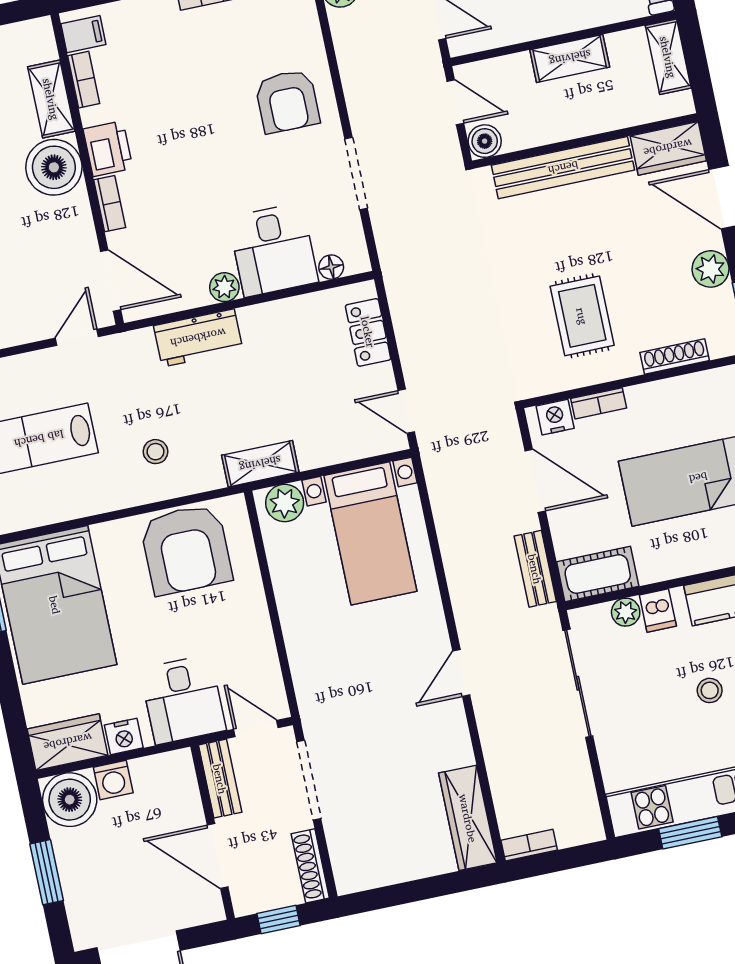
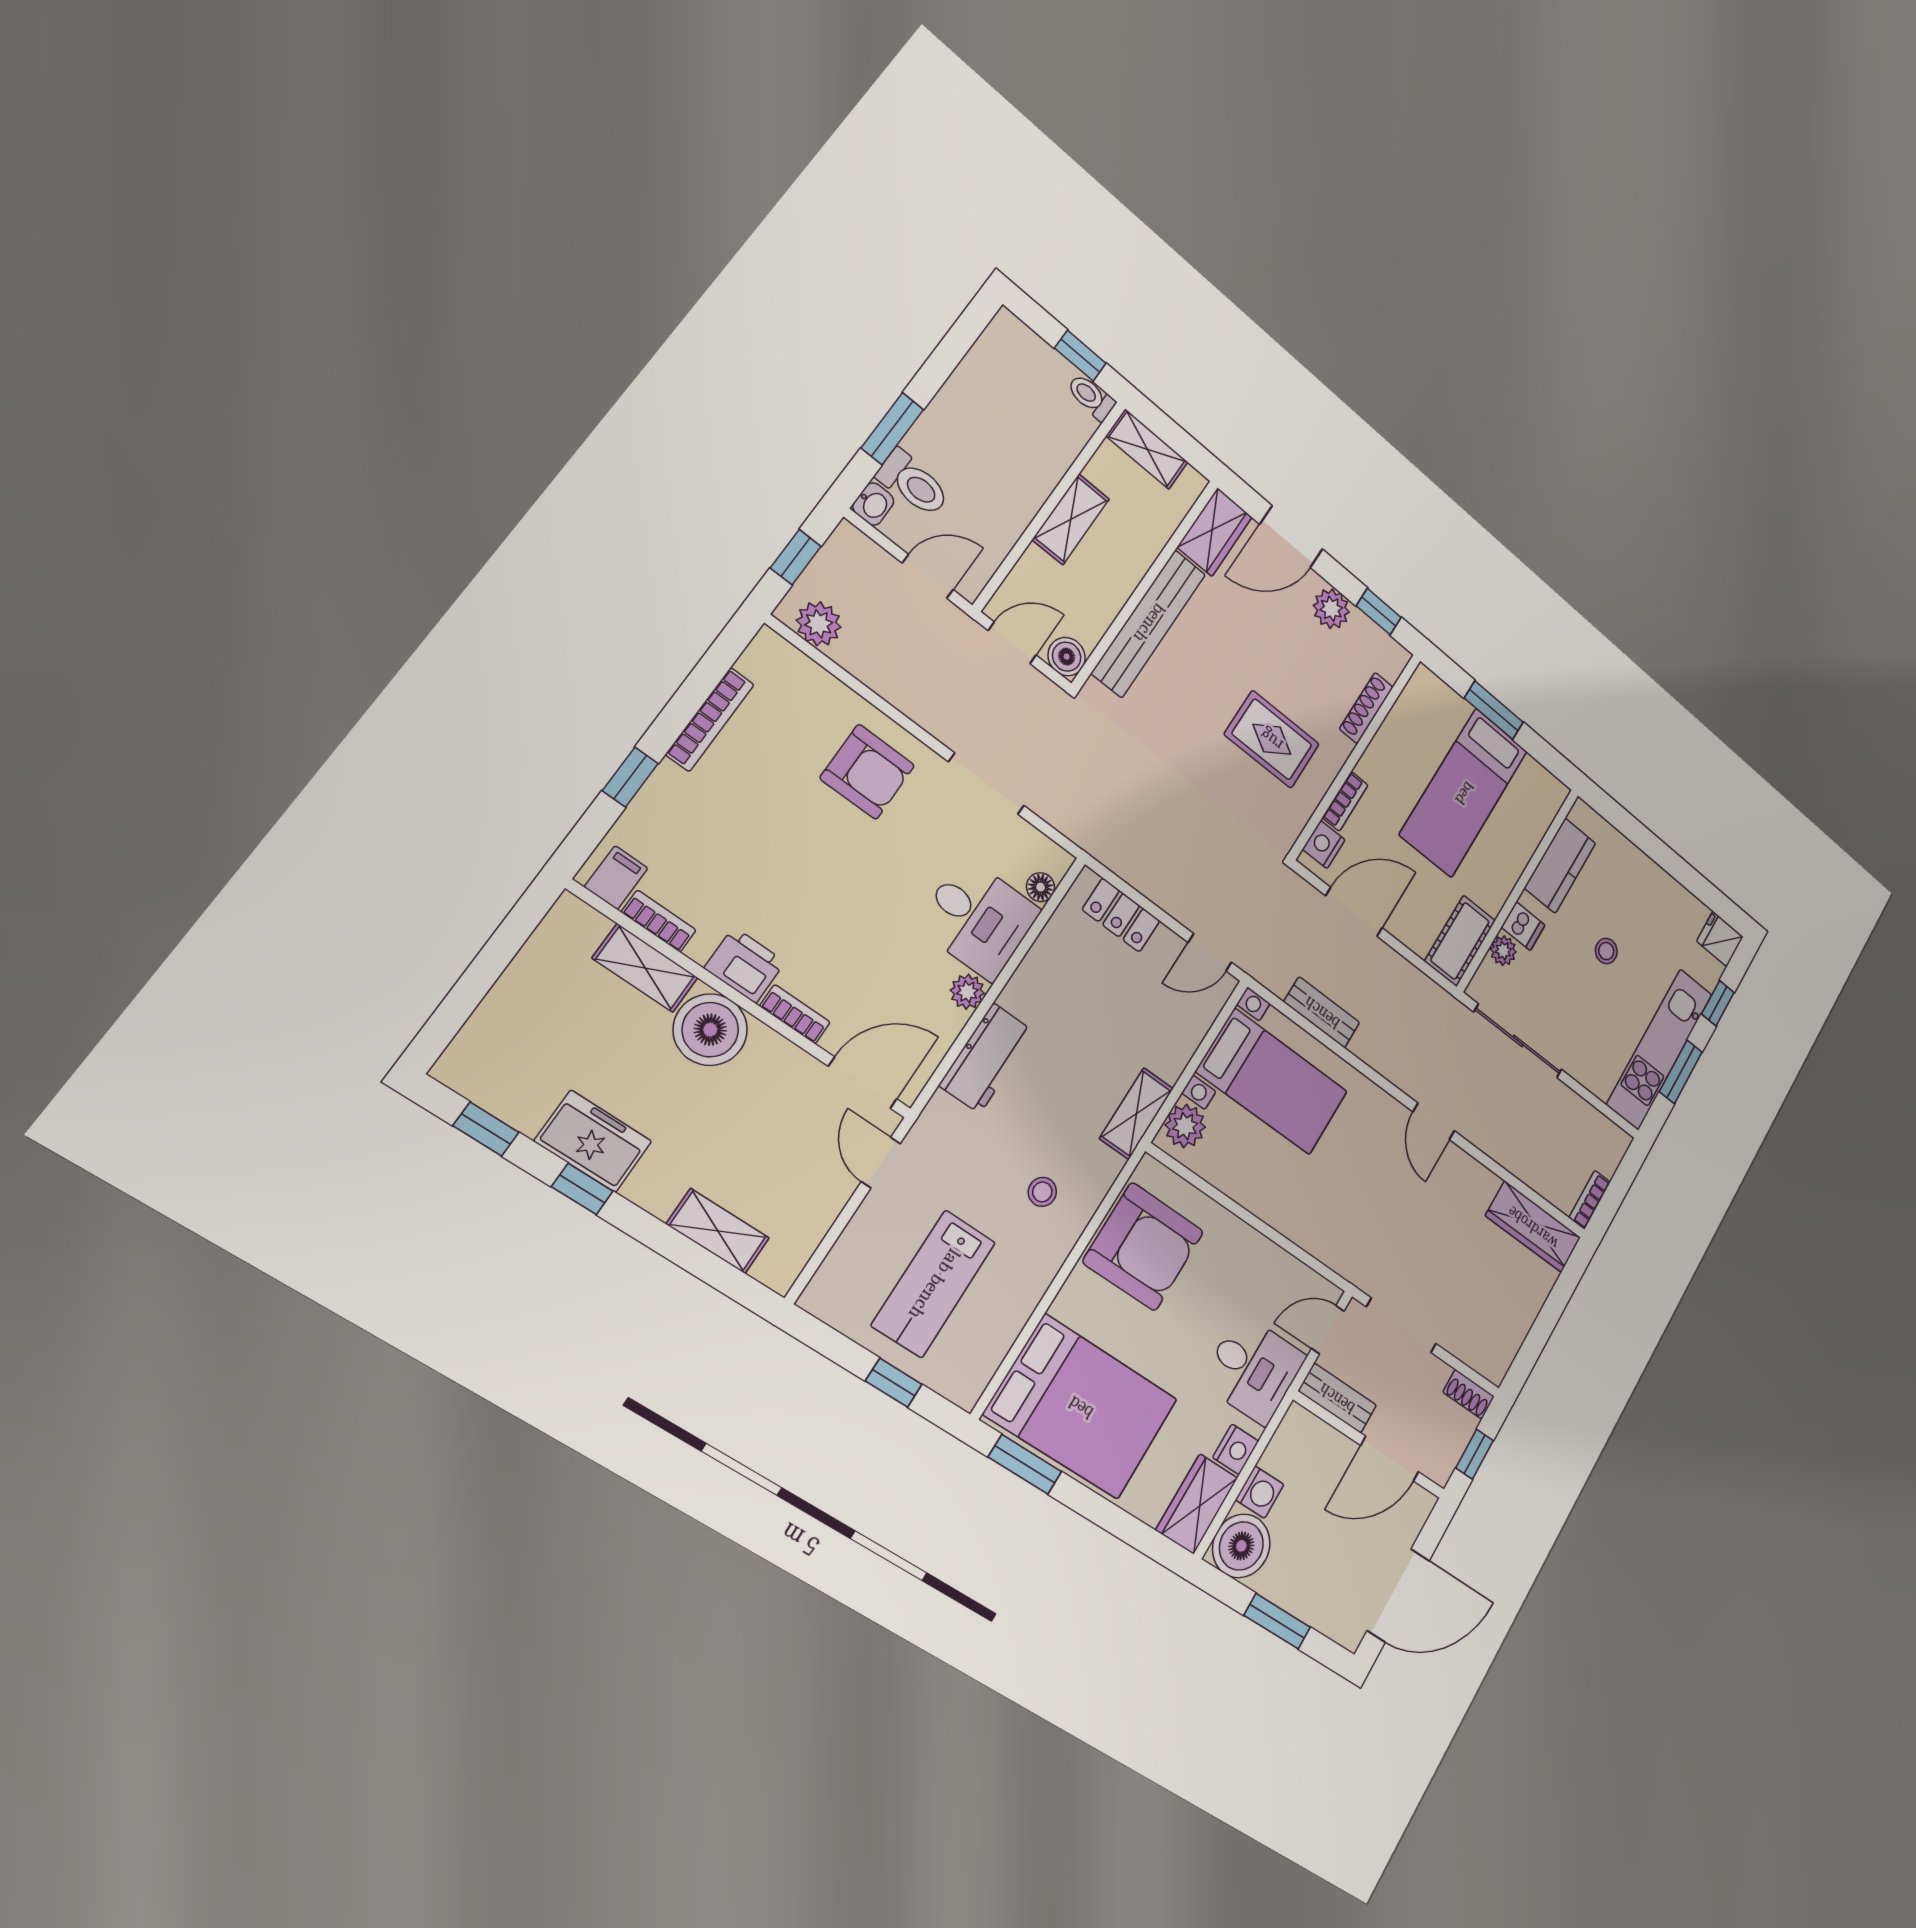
bench: (535, 569) -> (1322, 1012), moved
shoe rack: (310, 866) -> (1469, 1394), width x0.70

